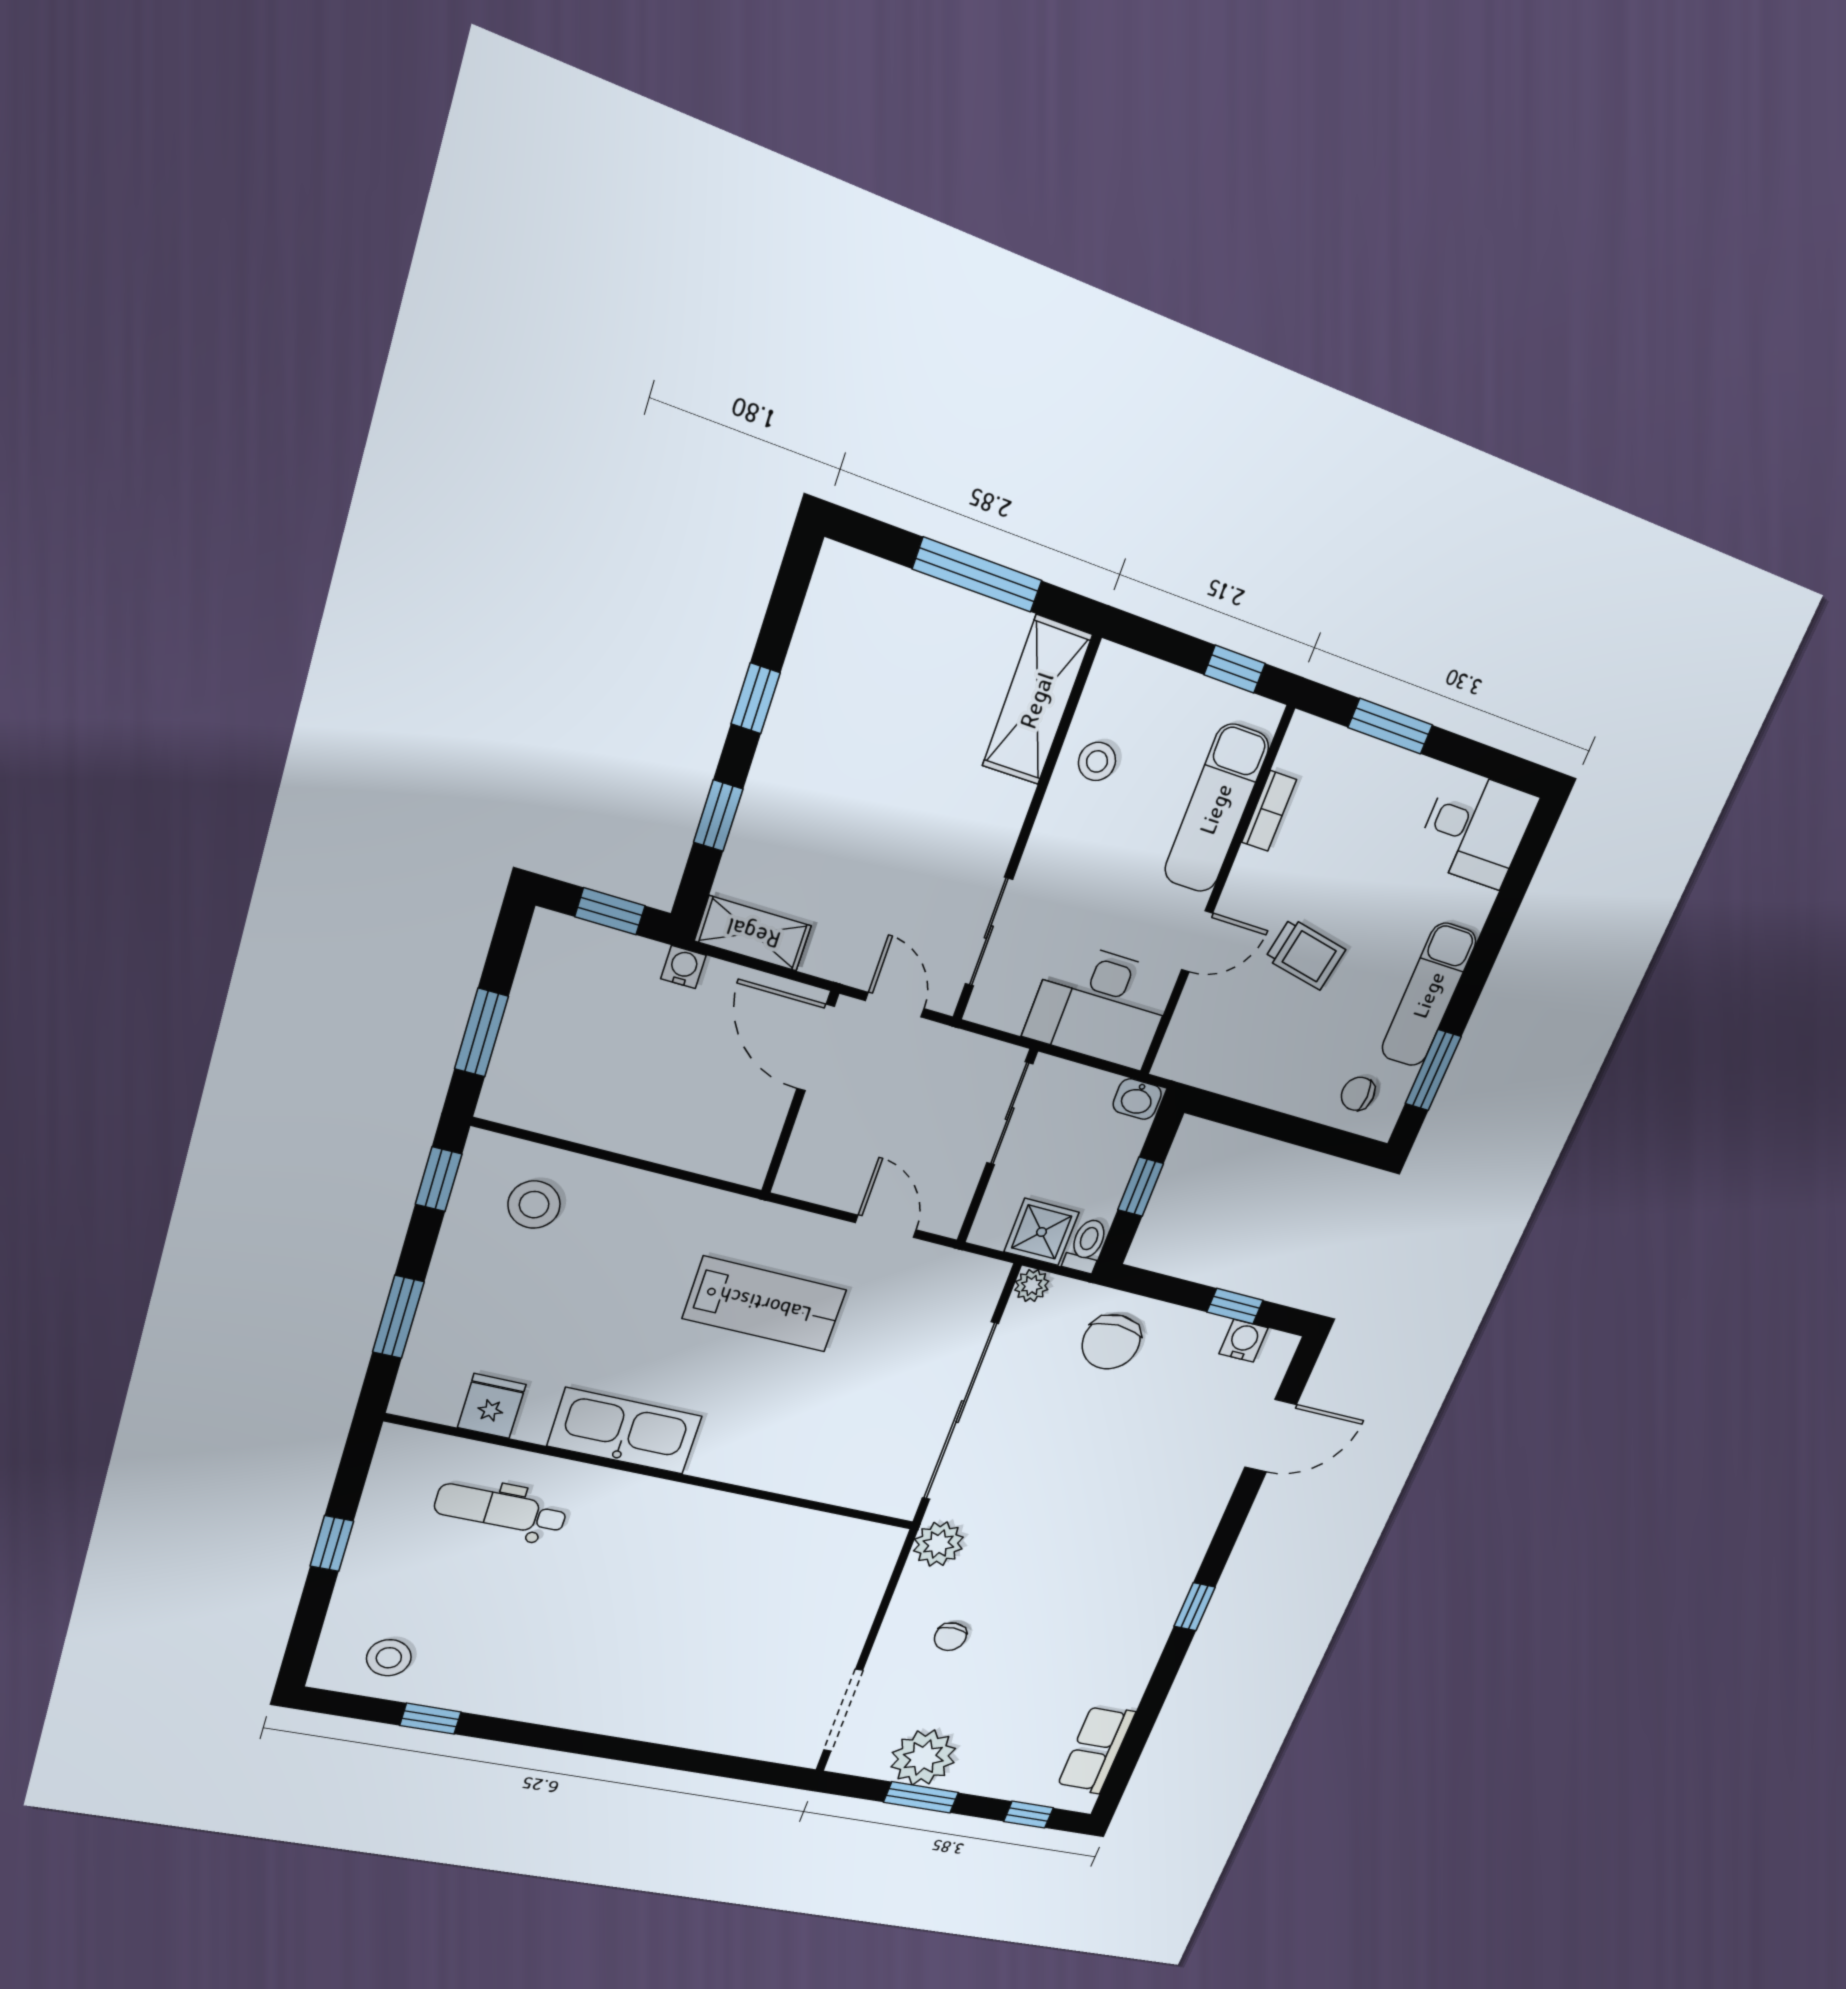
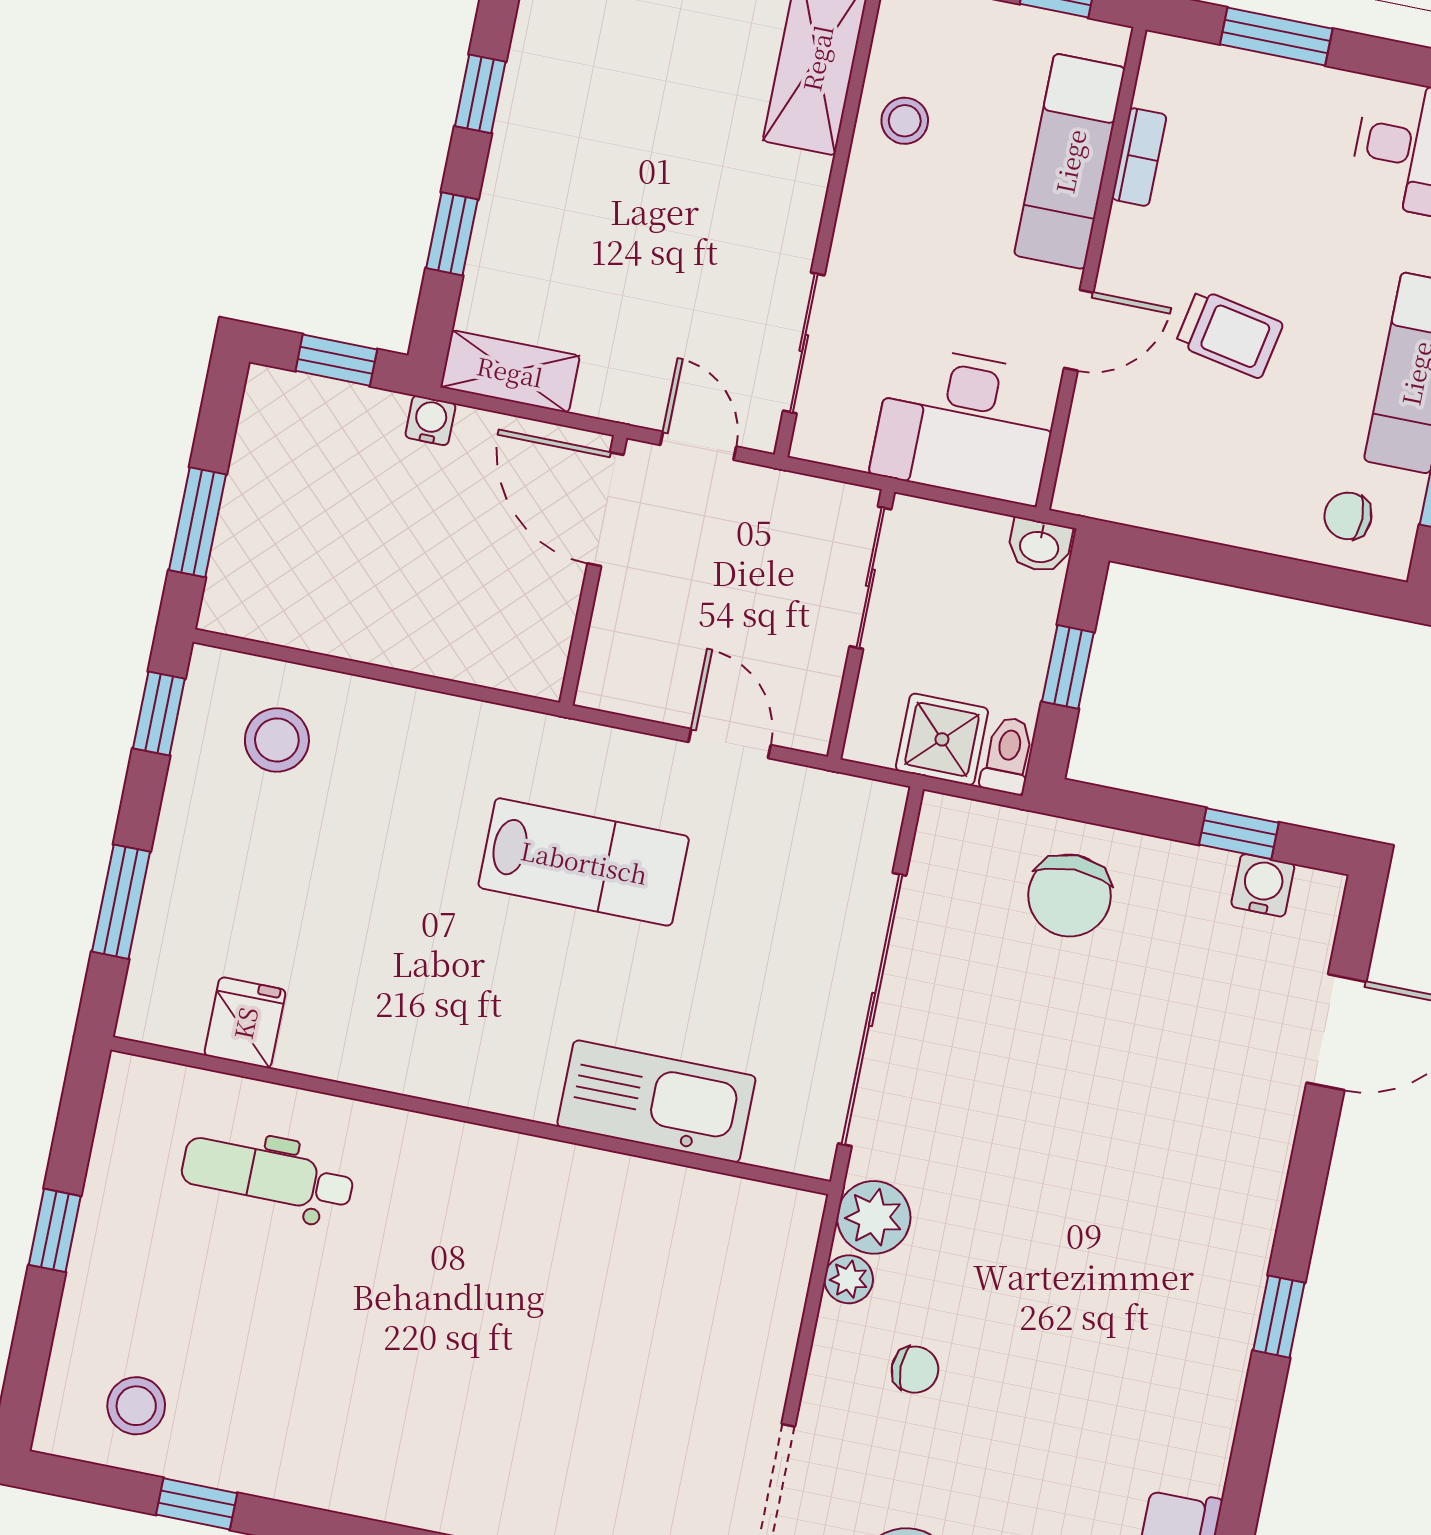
plant: (1032, 1286) -> (849, 1279), moved
kitchen sink: (625, 1431) -> (656, 1101), moved
chair: (950, 1637) -> (915, 1370), turned -90

